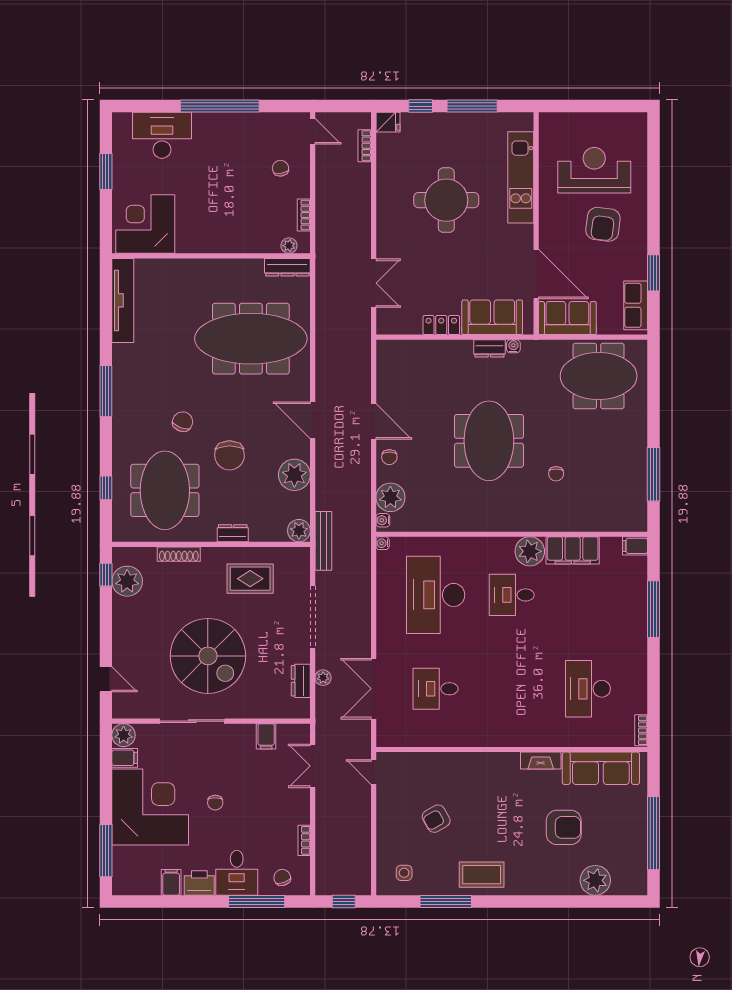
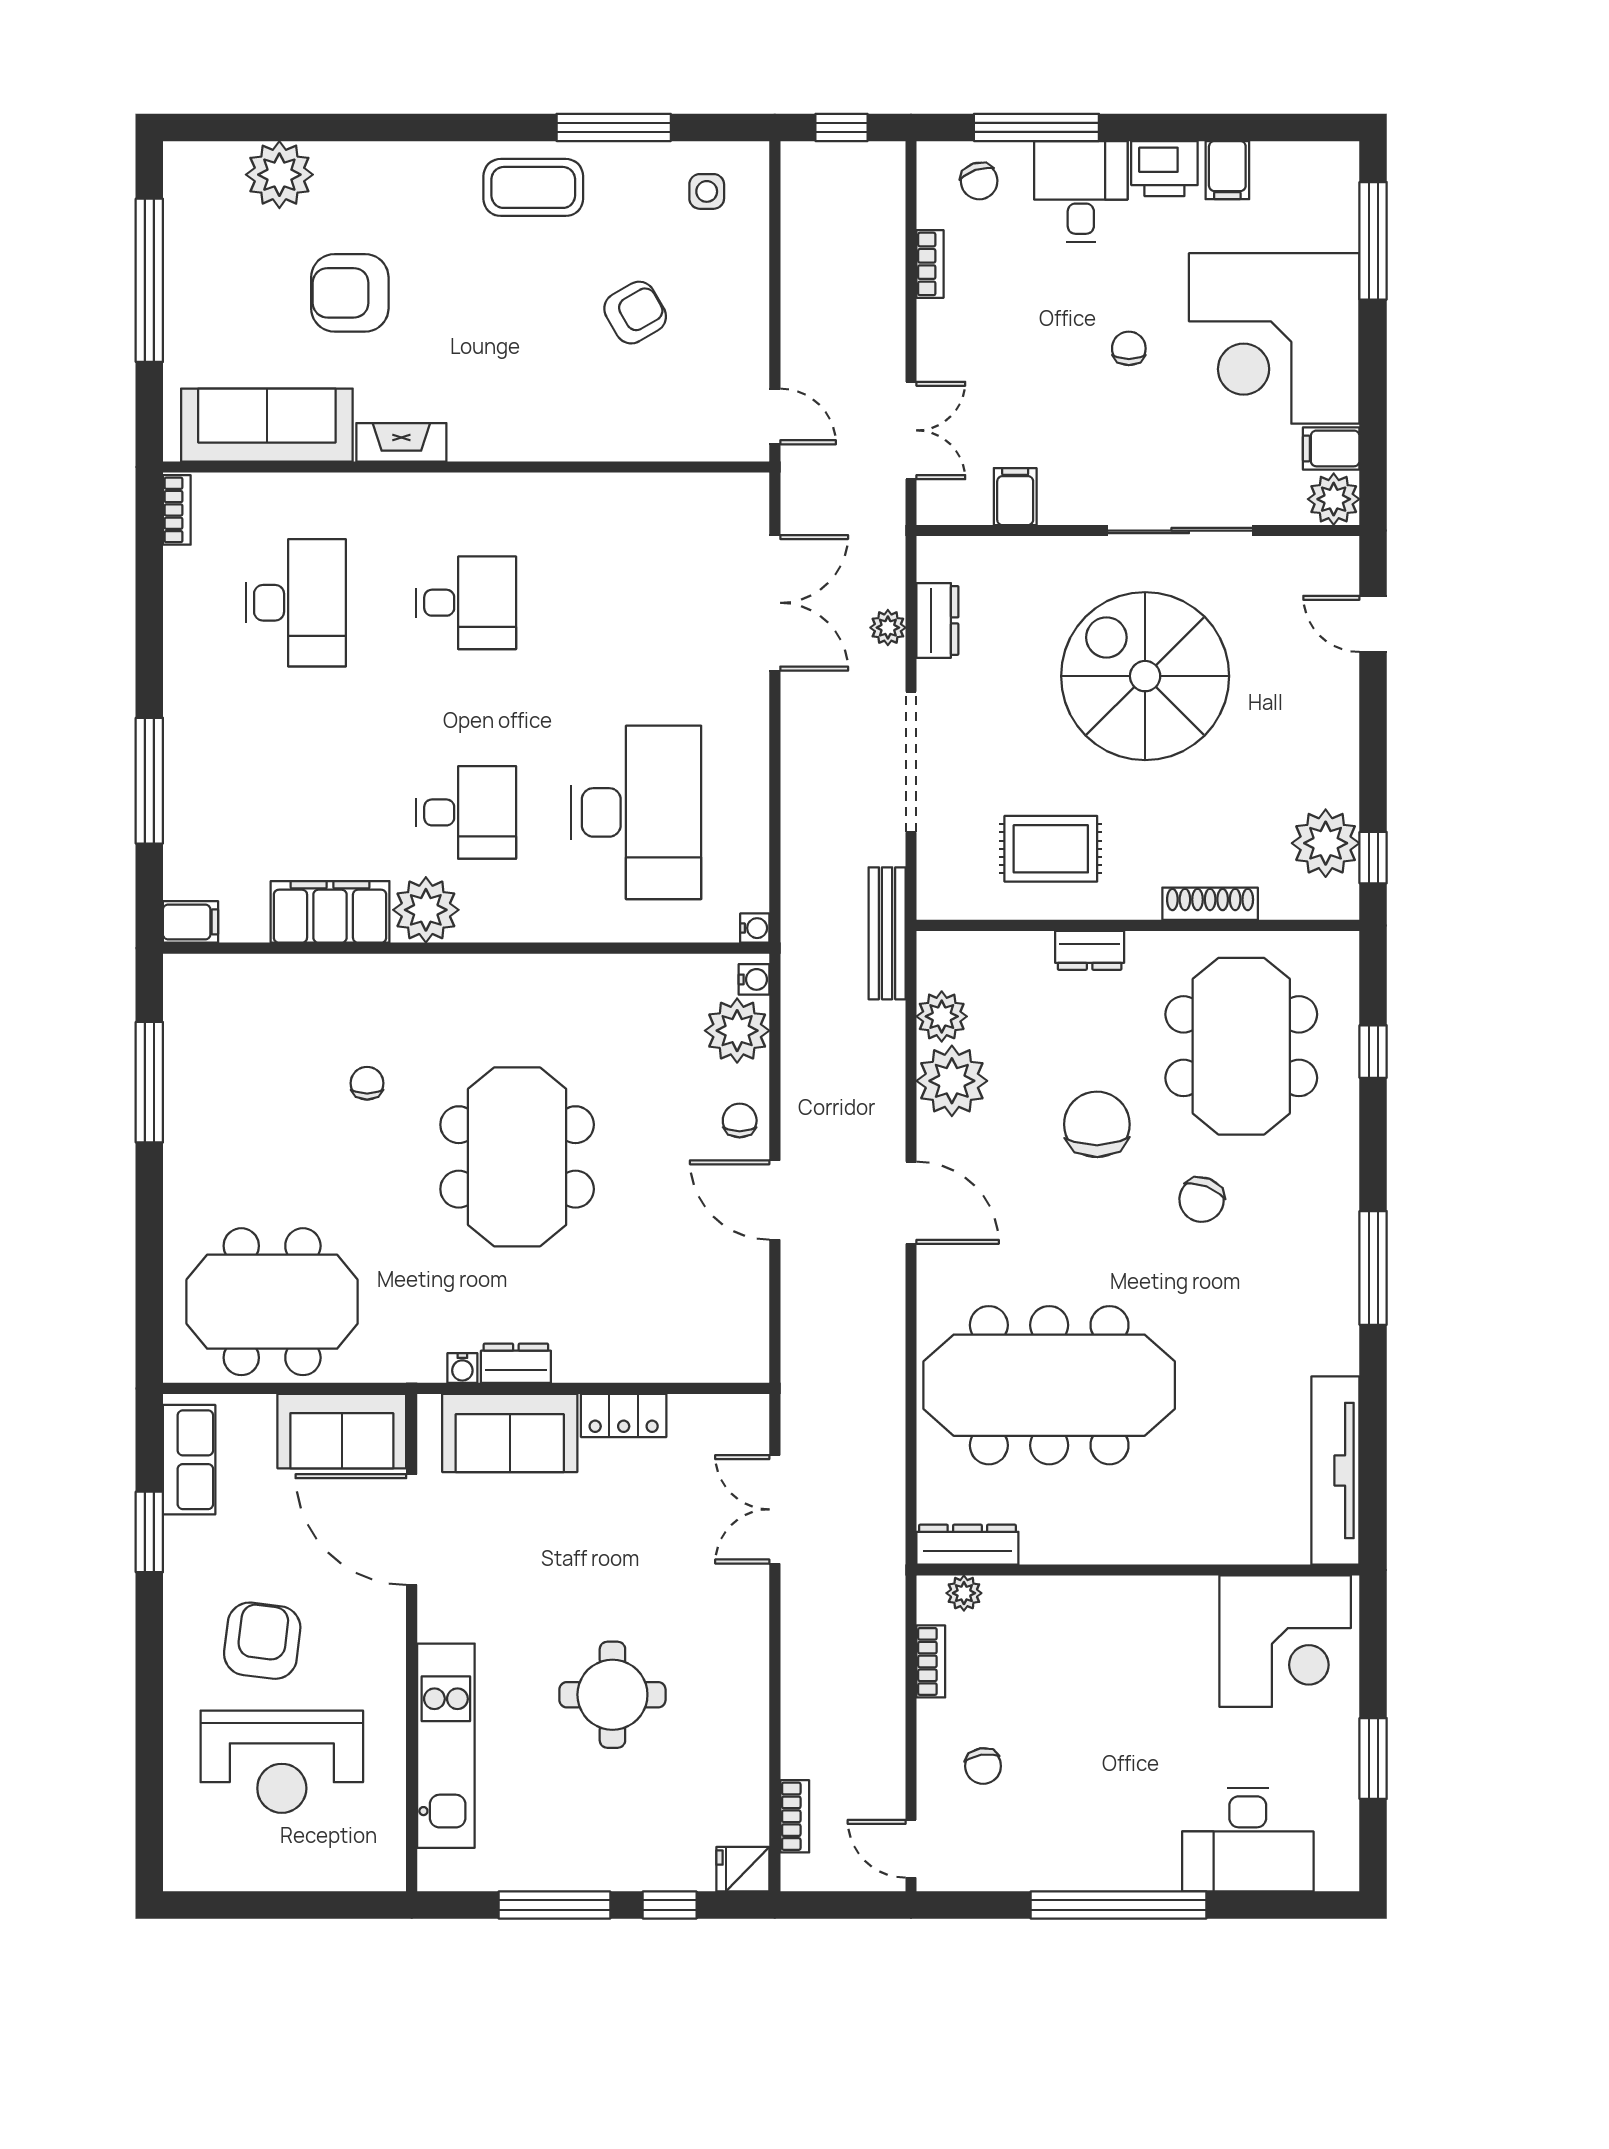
round table: (446, 200) -> (612, 1695), width x0.73, depth x0.73
plant: (299, 531) -> (942, 1016), moved
desk: (436, 689) -> (466, 603), moved

